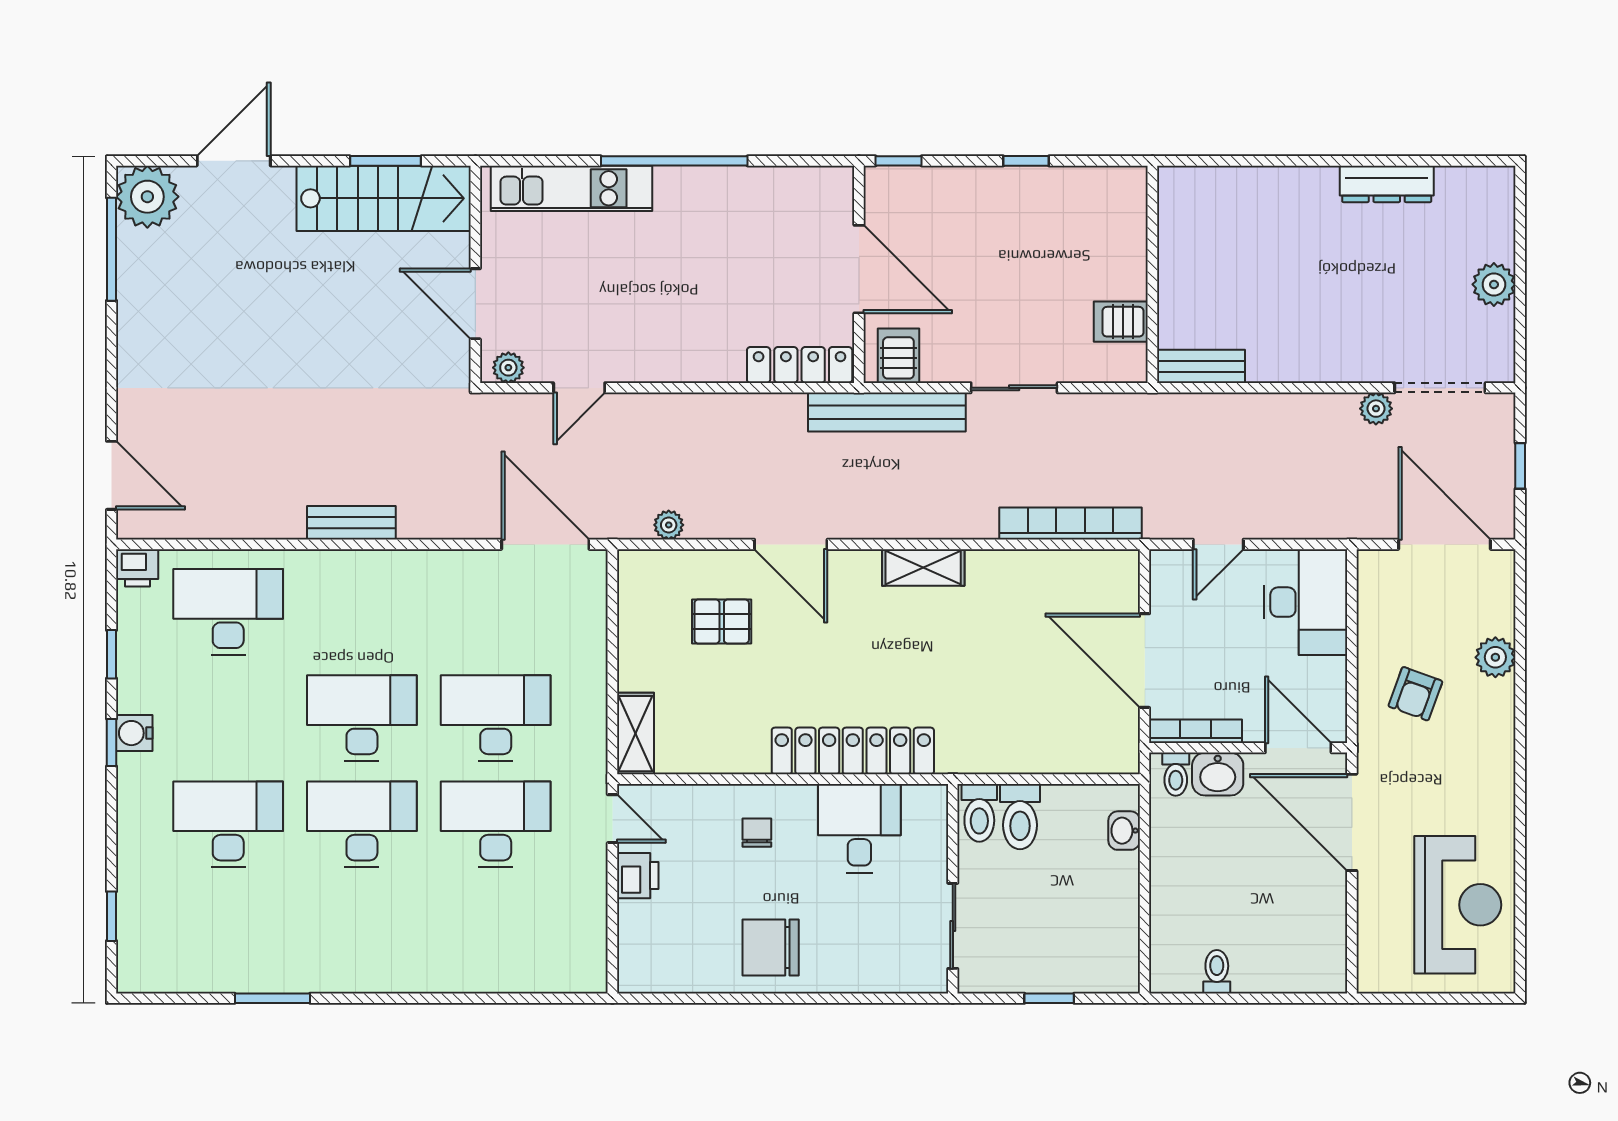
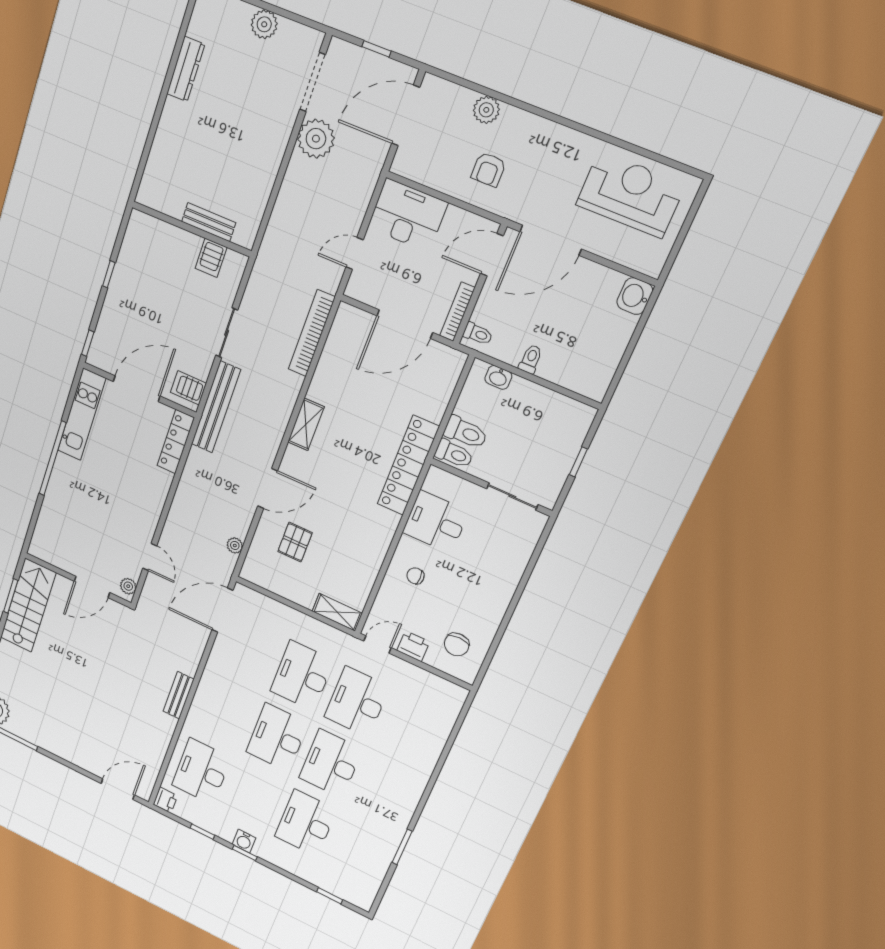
kitchen unit: (572, 188) -> (82, 414), moved
bench: (1201, 366) -> (209, 222), moved, turned 90
plant: (1376, 409) -> (316, 139), width x1.88, depth x1.88
door: (1218, 544) -> (355, 253), swing flipped
armchair: (1415, 694) -> (488, 169), turned 70
locker: (853, 751) -> (408, 465), moved
washbasin: (1218, 774) -> (635, 296), moved, turned 180
chair: (771, 947) -> (457, 644), moved, width x0.73, depth x0.73
toilet: (1217, 972) -> (531, 359), moved, turned 90

